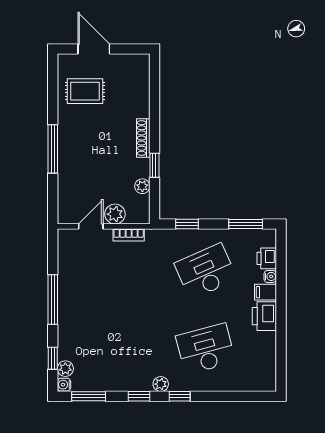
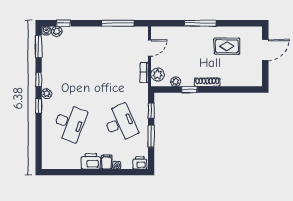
rug: (85, 91) -> (227, 46), moved, turned 90
plant: (115, 214) -> (158, 75), moved
window: (246, 224) -> (151, 136), moved
door: (91, 226) -> (150, 48), hinge flipped
printer: (267, 258) -> (140, 163), moved
window: (53, 299) -> (118, 23), moved
desk: (206, 349) -> (70, 123), turned 36

